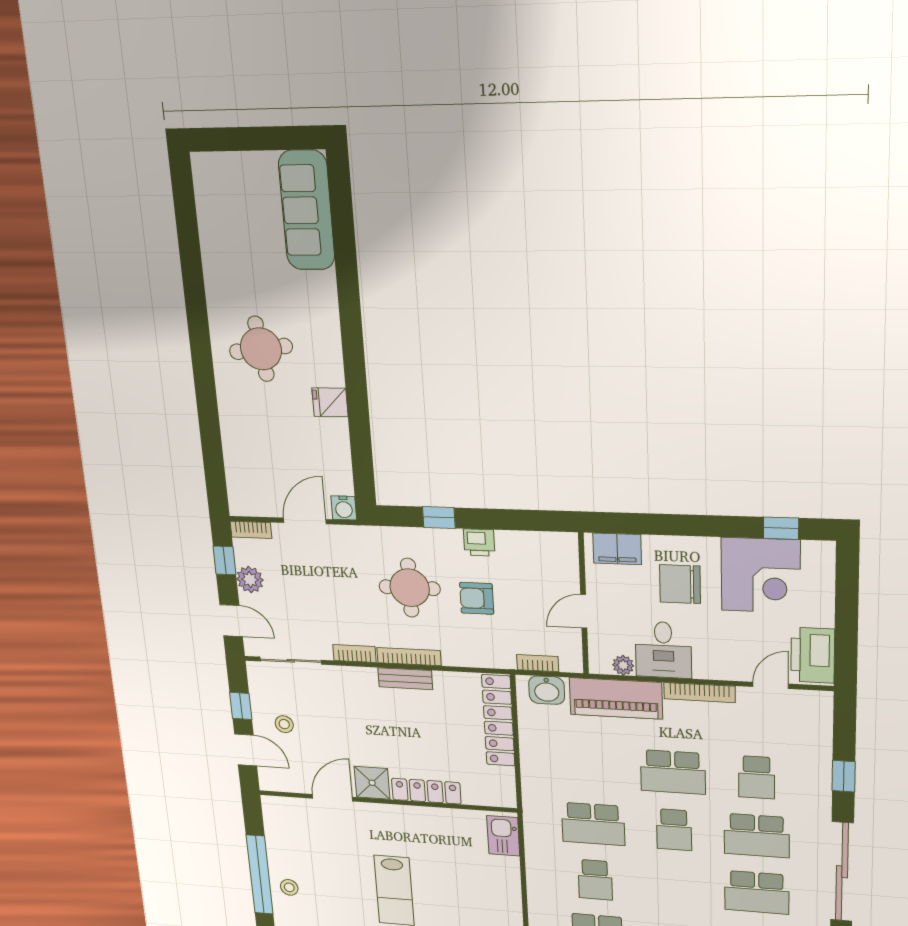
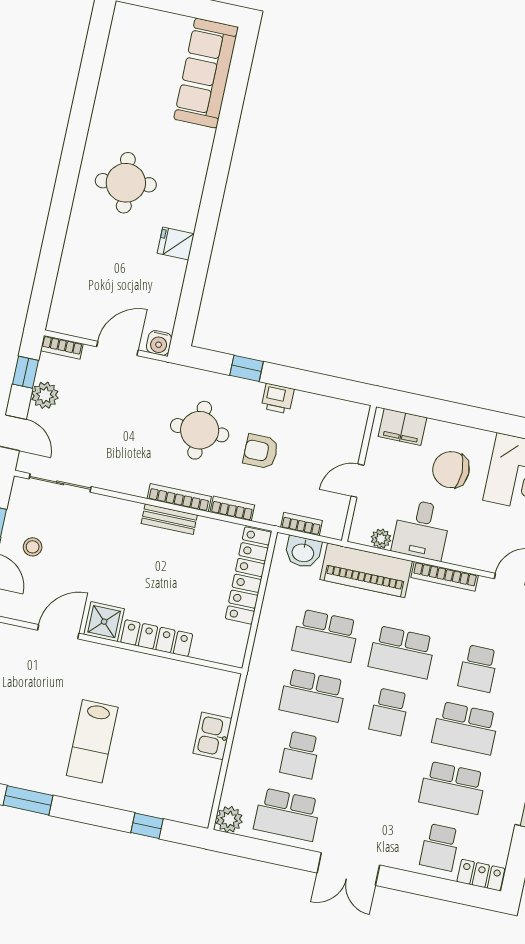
bookcase: (354, 653) -> (232, 509), moved
school desk: (591, 767) -> (326, 636), added
kitchen sink: (503, 836) -> (212, 736), moved

